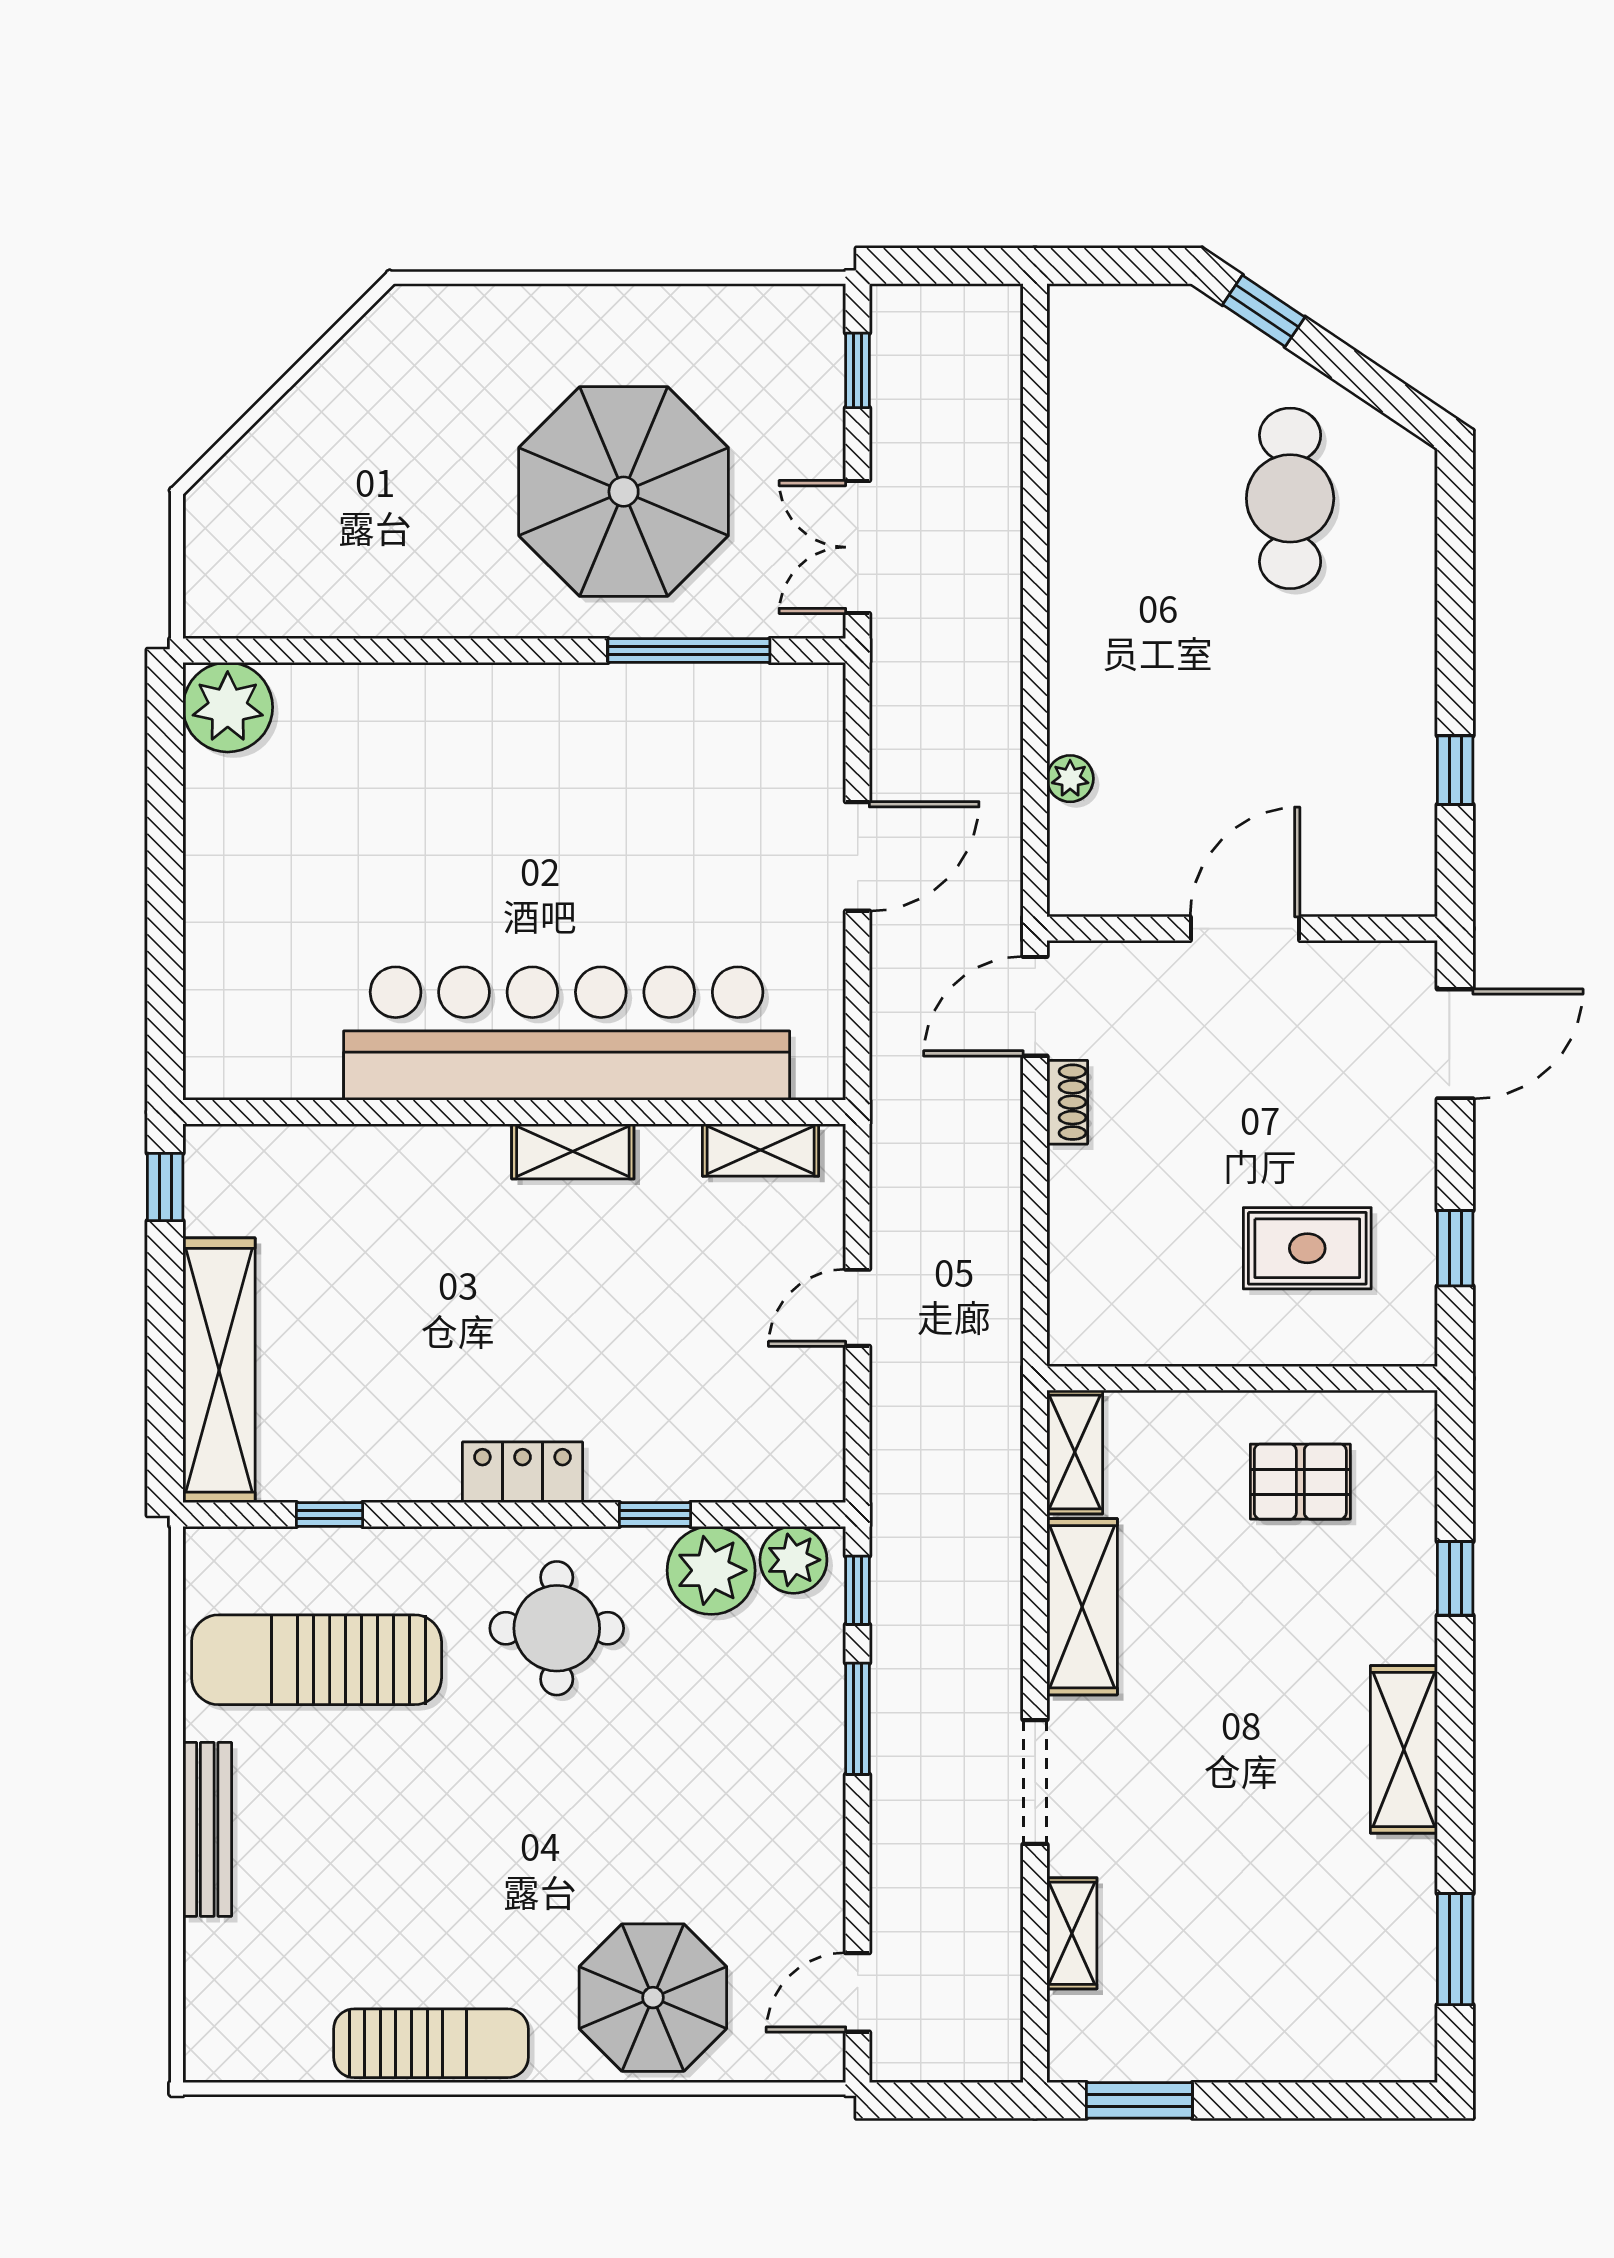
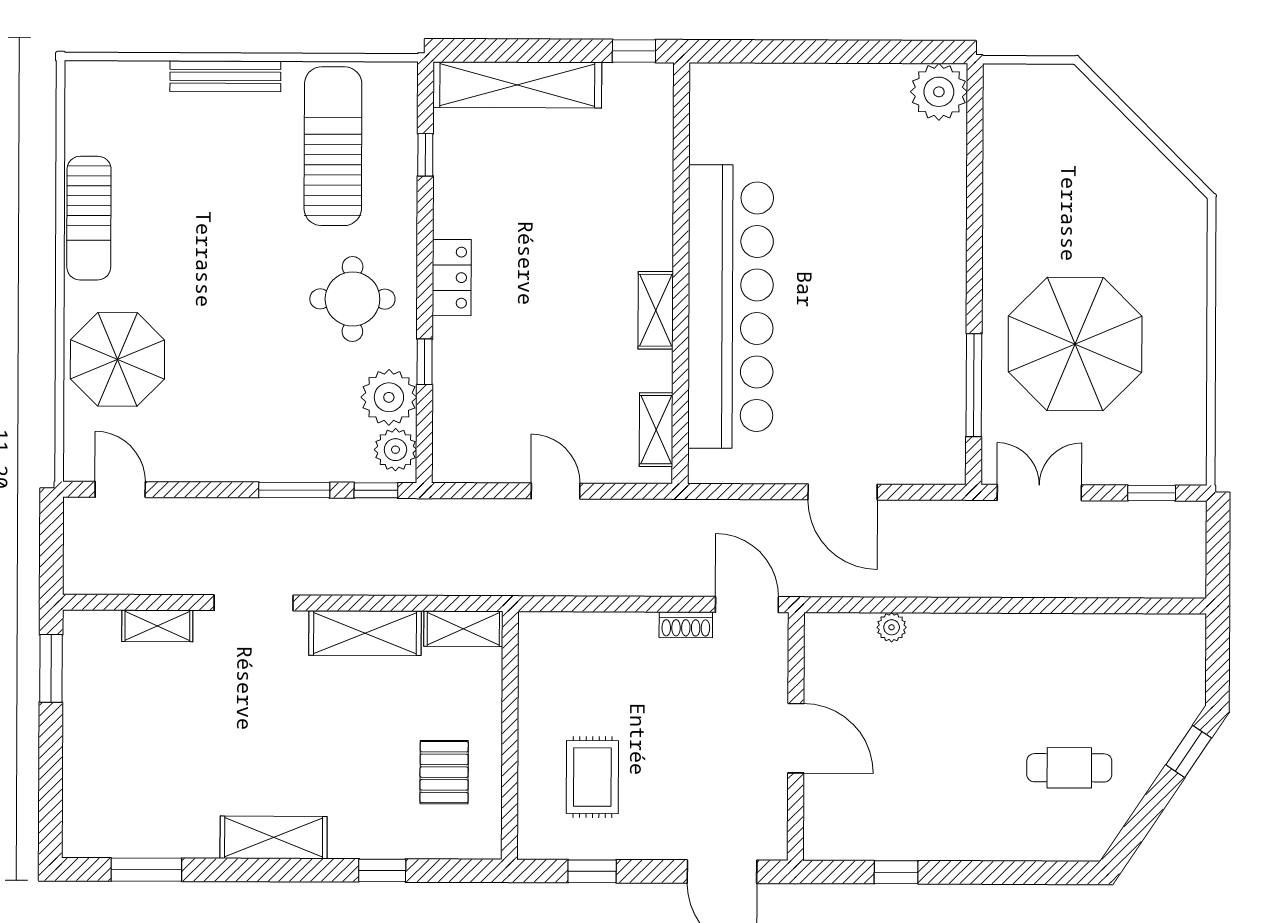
cafe table: (1290, 498) -> (1069, 768), width x0.73, depth x0.74

